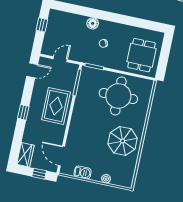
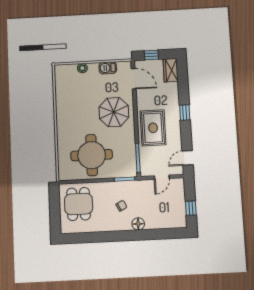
parasol: (123, 141) -> (114, 112), moved

